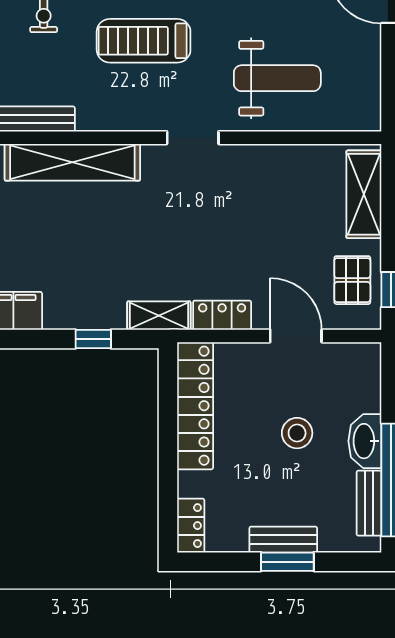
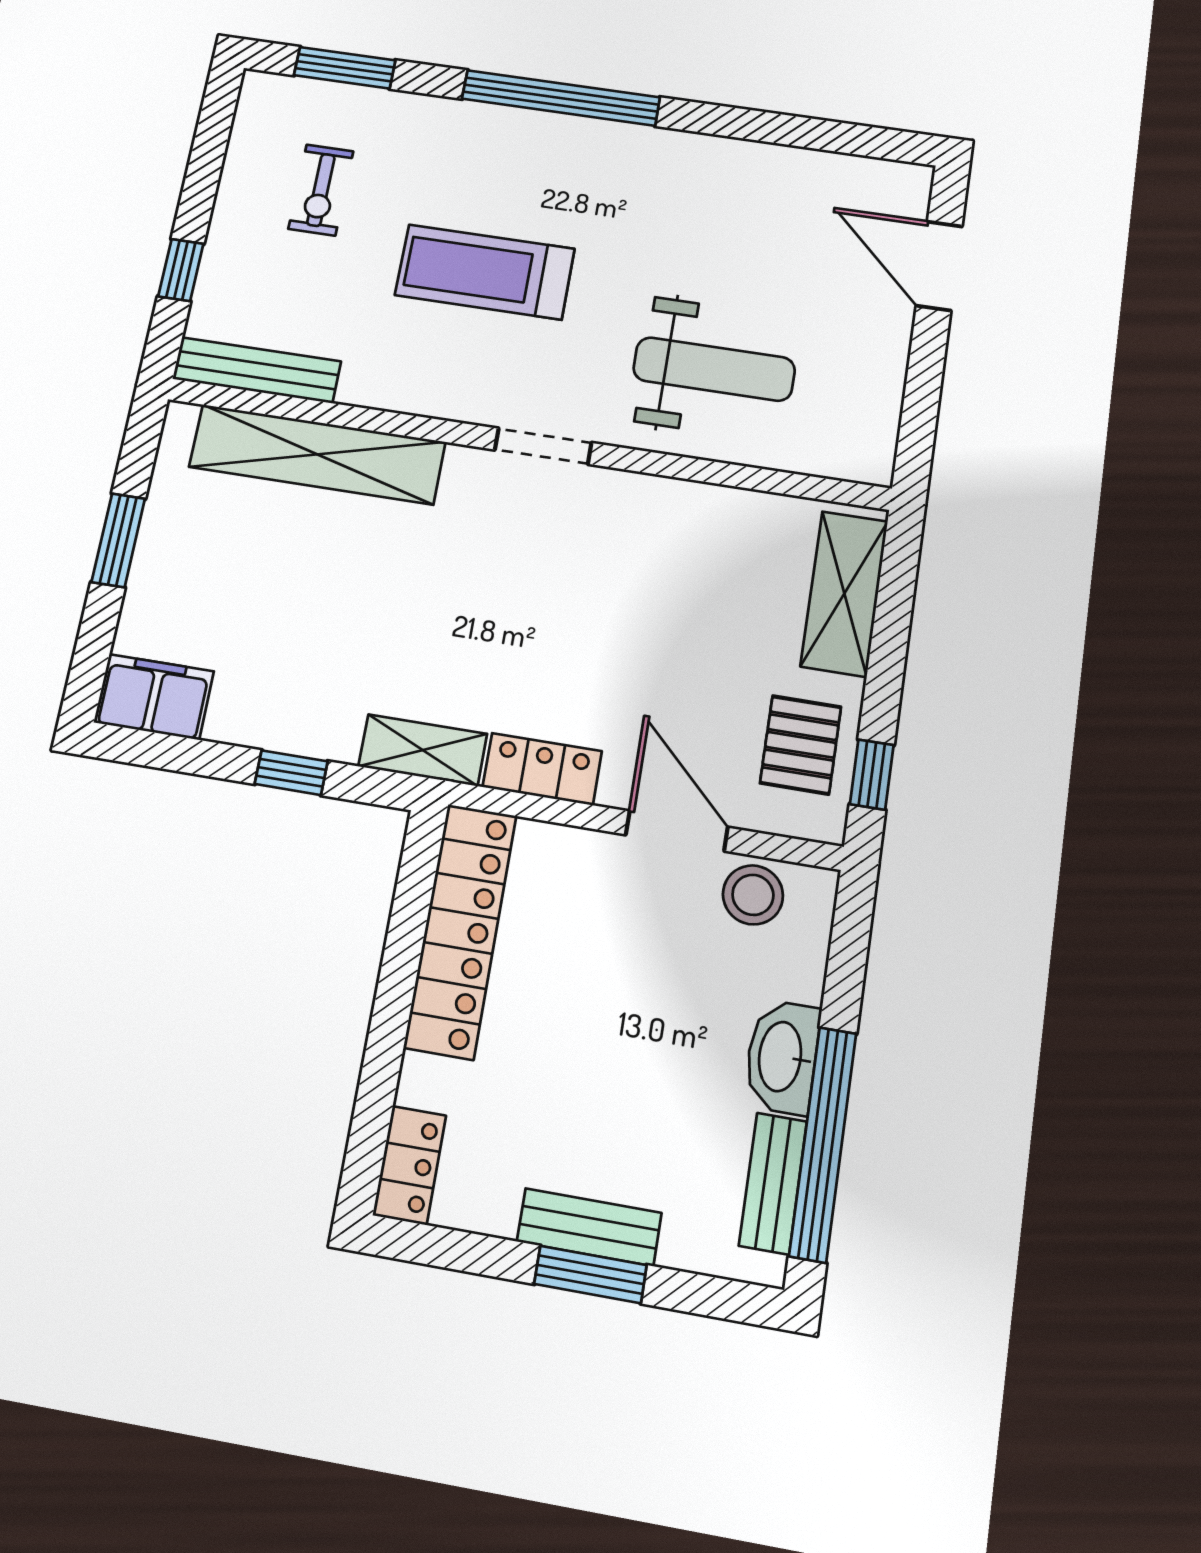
stool: (297, 433) -> (753, 895), moved

